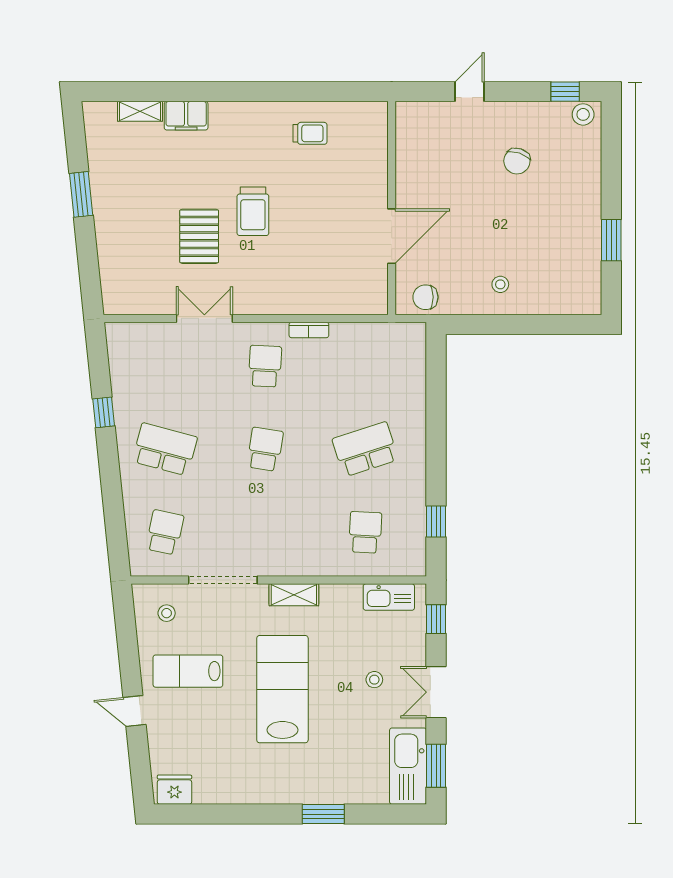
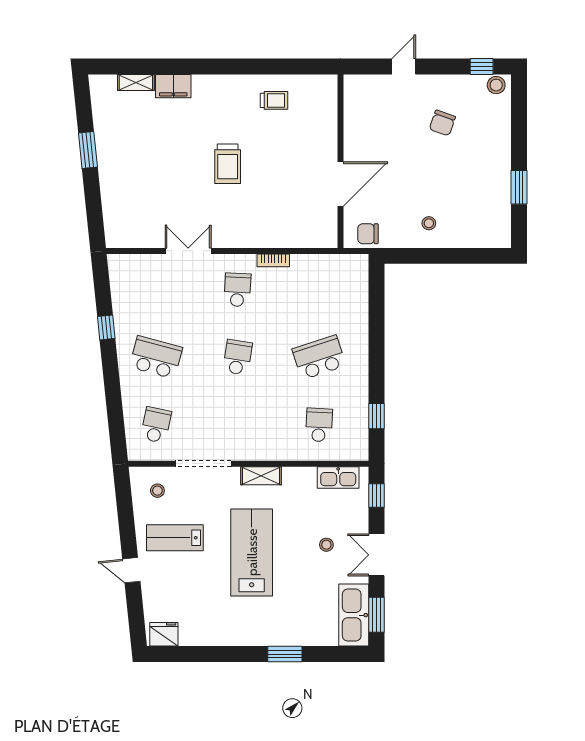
pallet: (199, 236) -> (184, 184), removed

